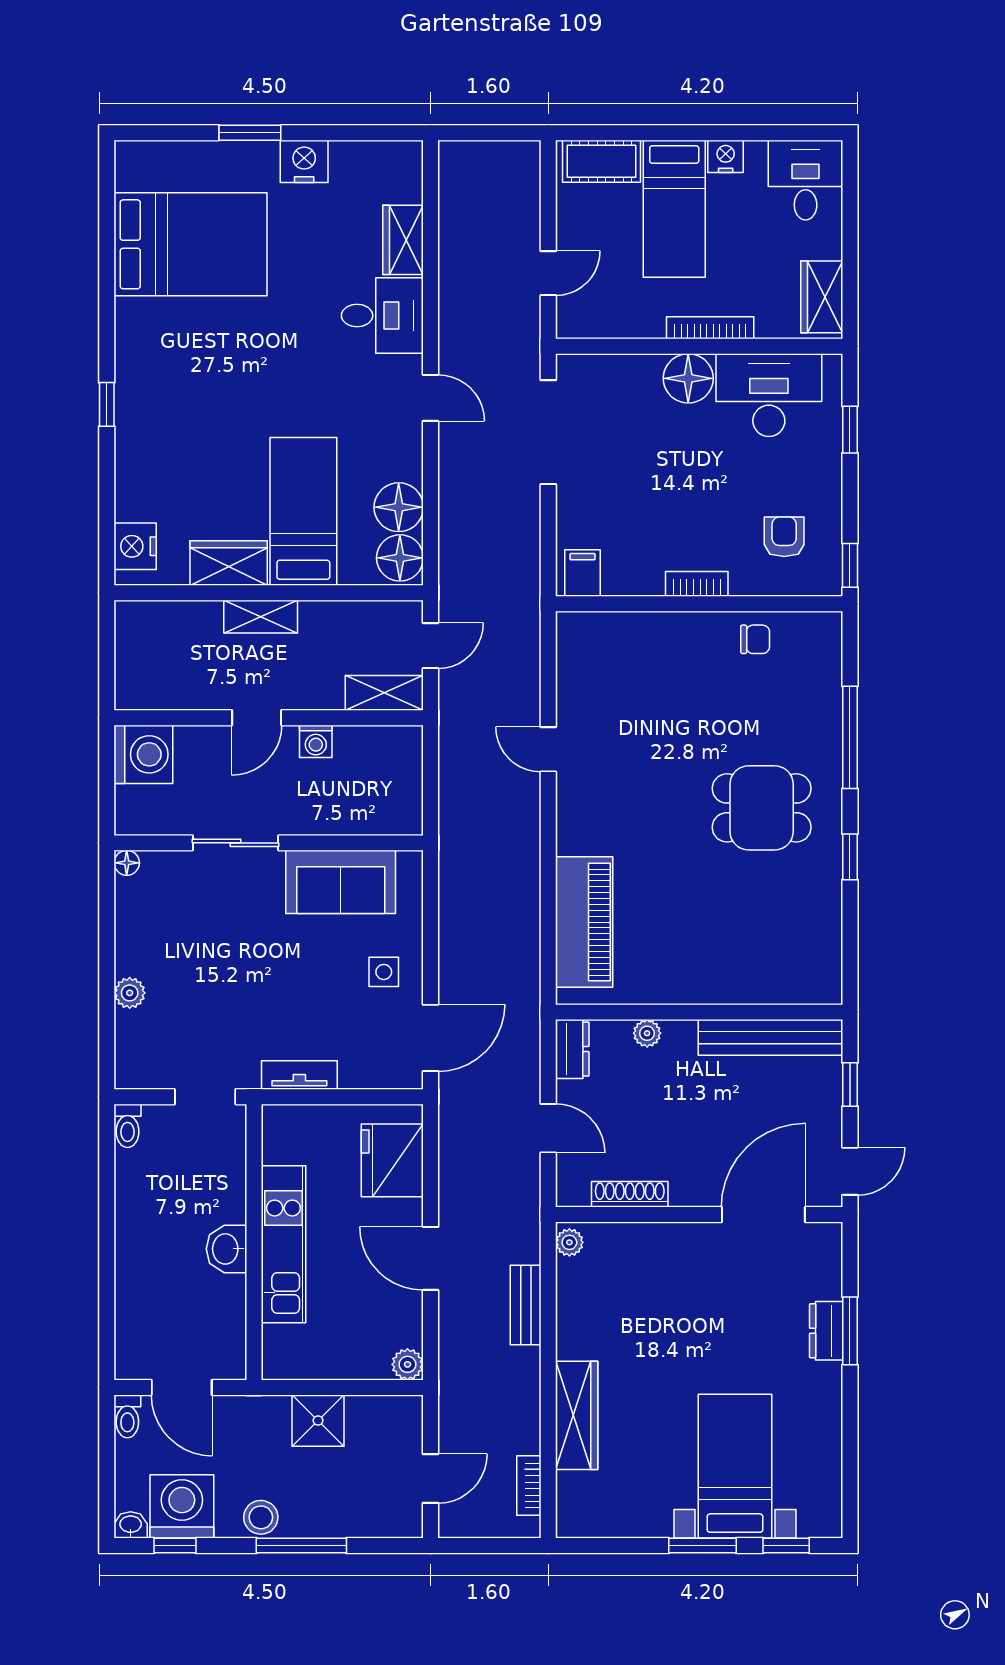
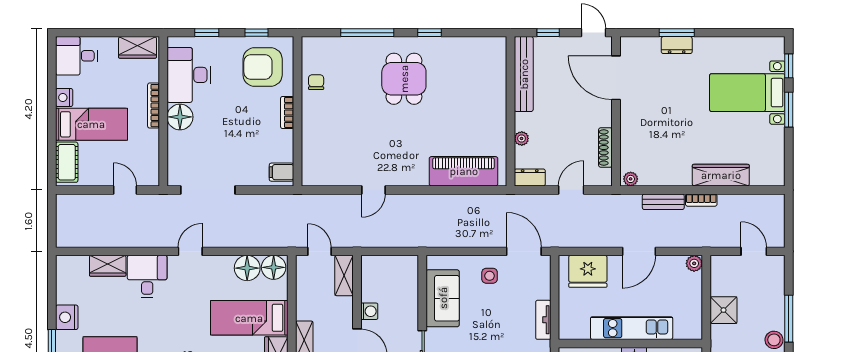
armchair: (784, 537) -> (263, 67), width x1.88, depth x1.88
window: (850, 565) -> (256, 33), moved
bookcase: (529, 1485) -> (701, 200), moved

